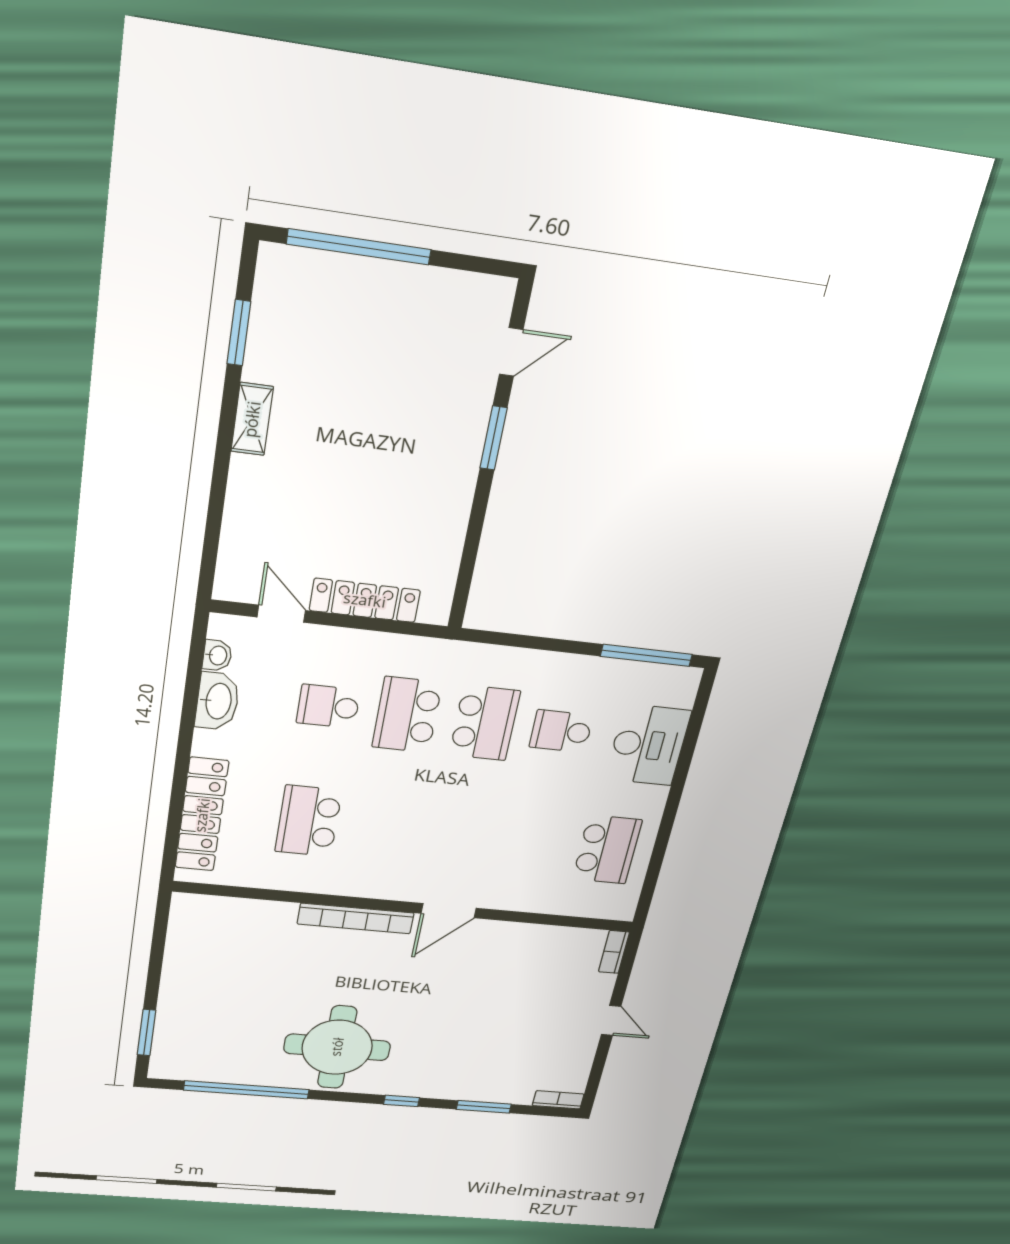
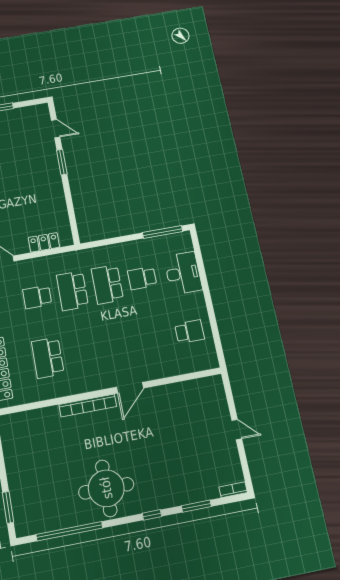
door: (511, 352) -> (56, 129), hinge flipped
locker: (365, 600) -> (44, 242), width x0.66
school desk: (485, 723) -> (107, 284), turned 180
school desk: (607, 850) -> (189, 332), width x0.54
bookcase: (614, 952) -> (219, 388), removed

